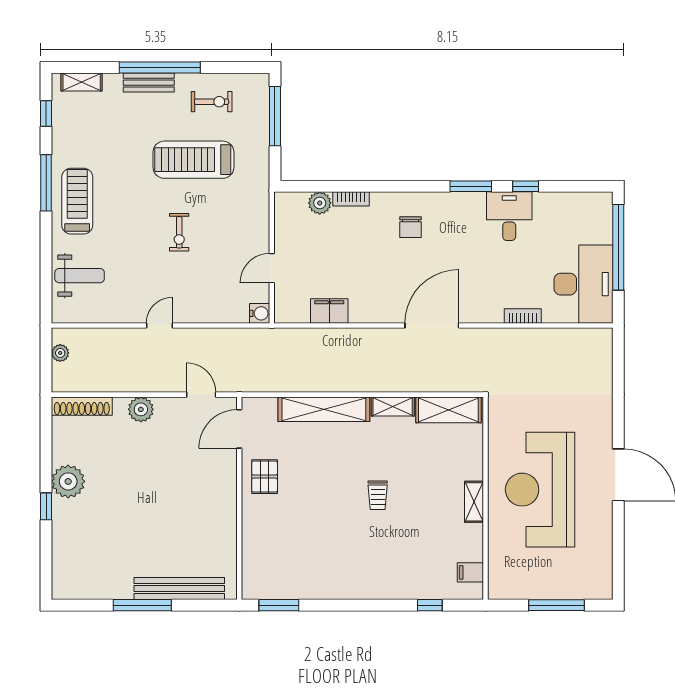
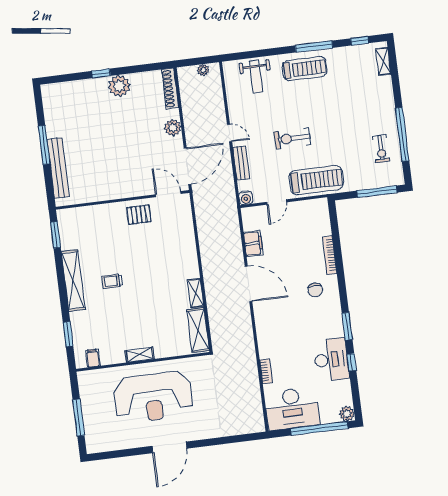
window: (160, 67) -> (402, 134), moved
bench: (149, 83) -> (241, 163), moved
treadmill: (193, 160) -> (316, 180), moved, turned 90
bookcase: (351, 199) -> (330, 255), width x1.56
plant: (320, 203) -> (347, 414), moved
desk: (509, 216) -> (331, 360), width x1.37
chair: (410, 227) -> (315, 290), turned -90
exercise bike: (179, 232) -> (292, 138), width x1.38, depth x1.39
door: (272, 268) -> (277, 202), swing flipped
door: (432, 326) -> (249, 284), moved
door: (201, 395) -> (188, 166), width x1.88
shelving: (324, 409) -> (73, 280), moved
reception desk: (540, 490) -> (153, 397), turned 180
trolley: (378, 495) -> (112, 281), moved
window: (430, 605) -> (68, 334), width x1.50

